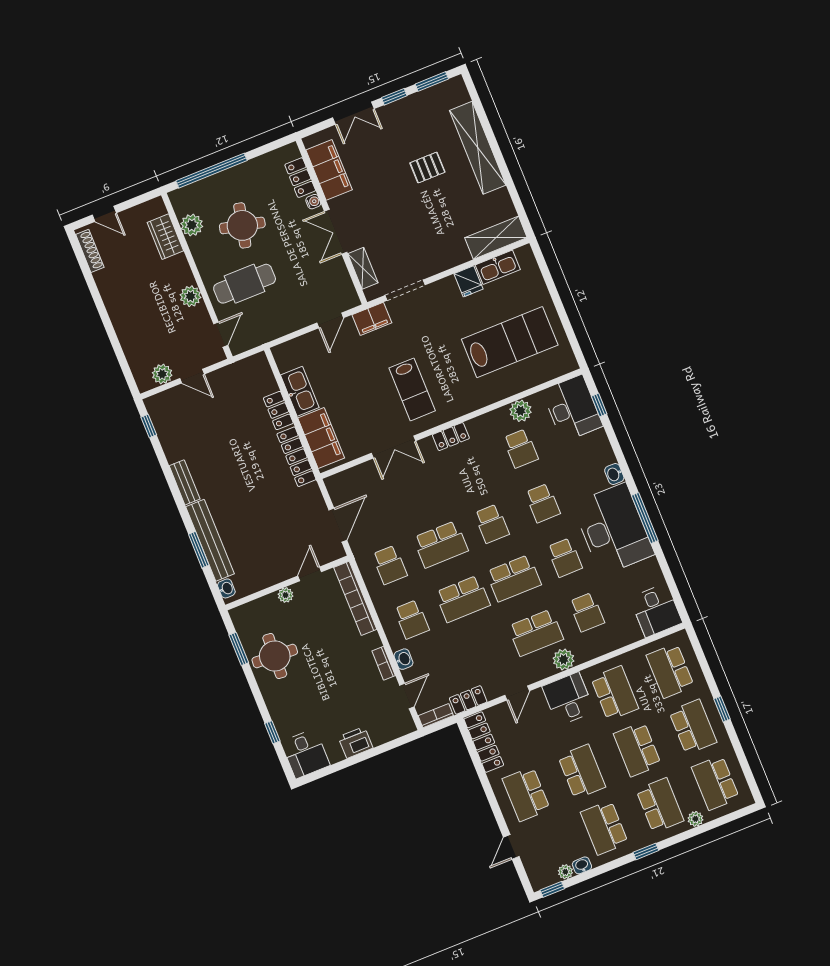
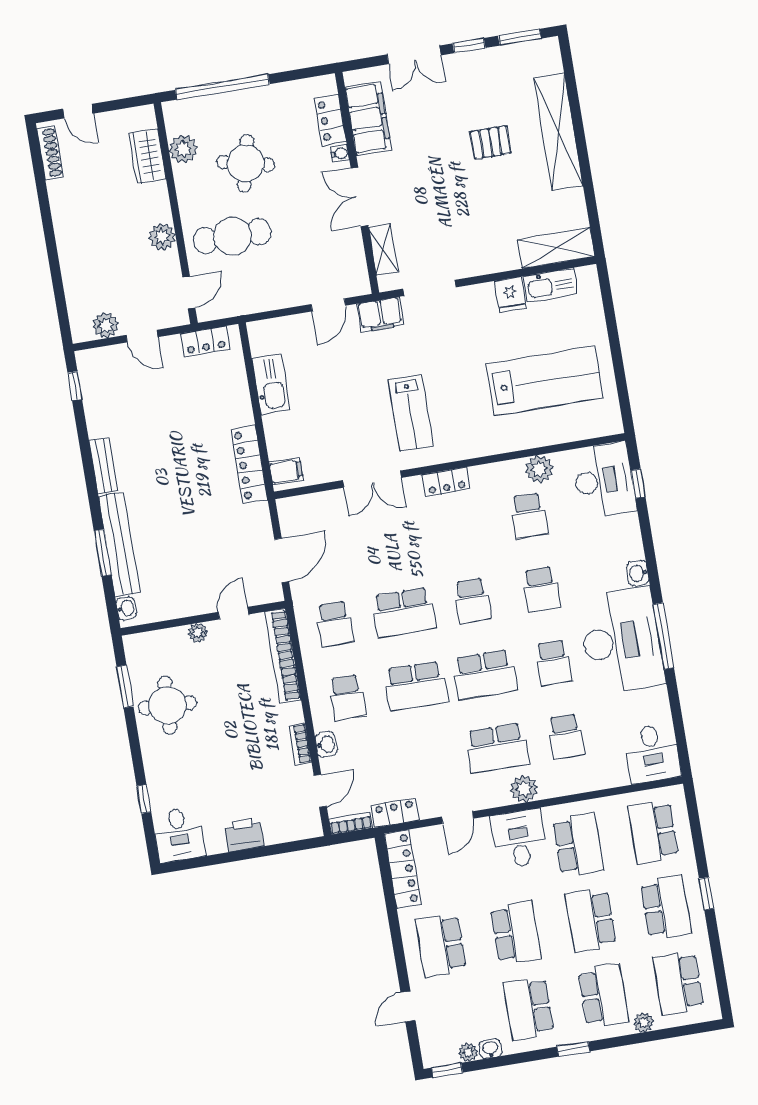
locker: (278, 410) -> (205, 341), moved, turned -90
filing cabinet: (321, 438) -> (286, 471), width x0.33, depth x0.86

